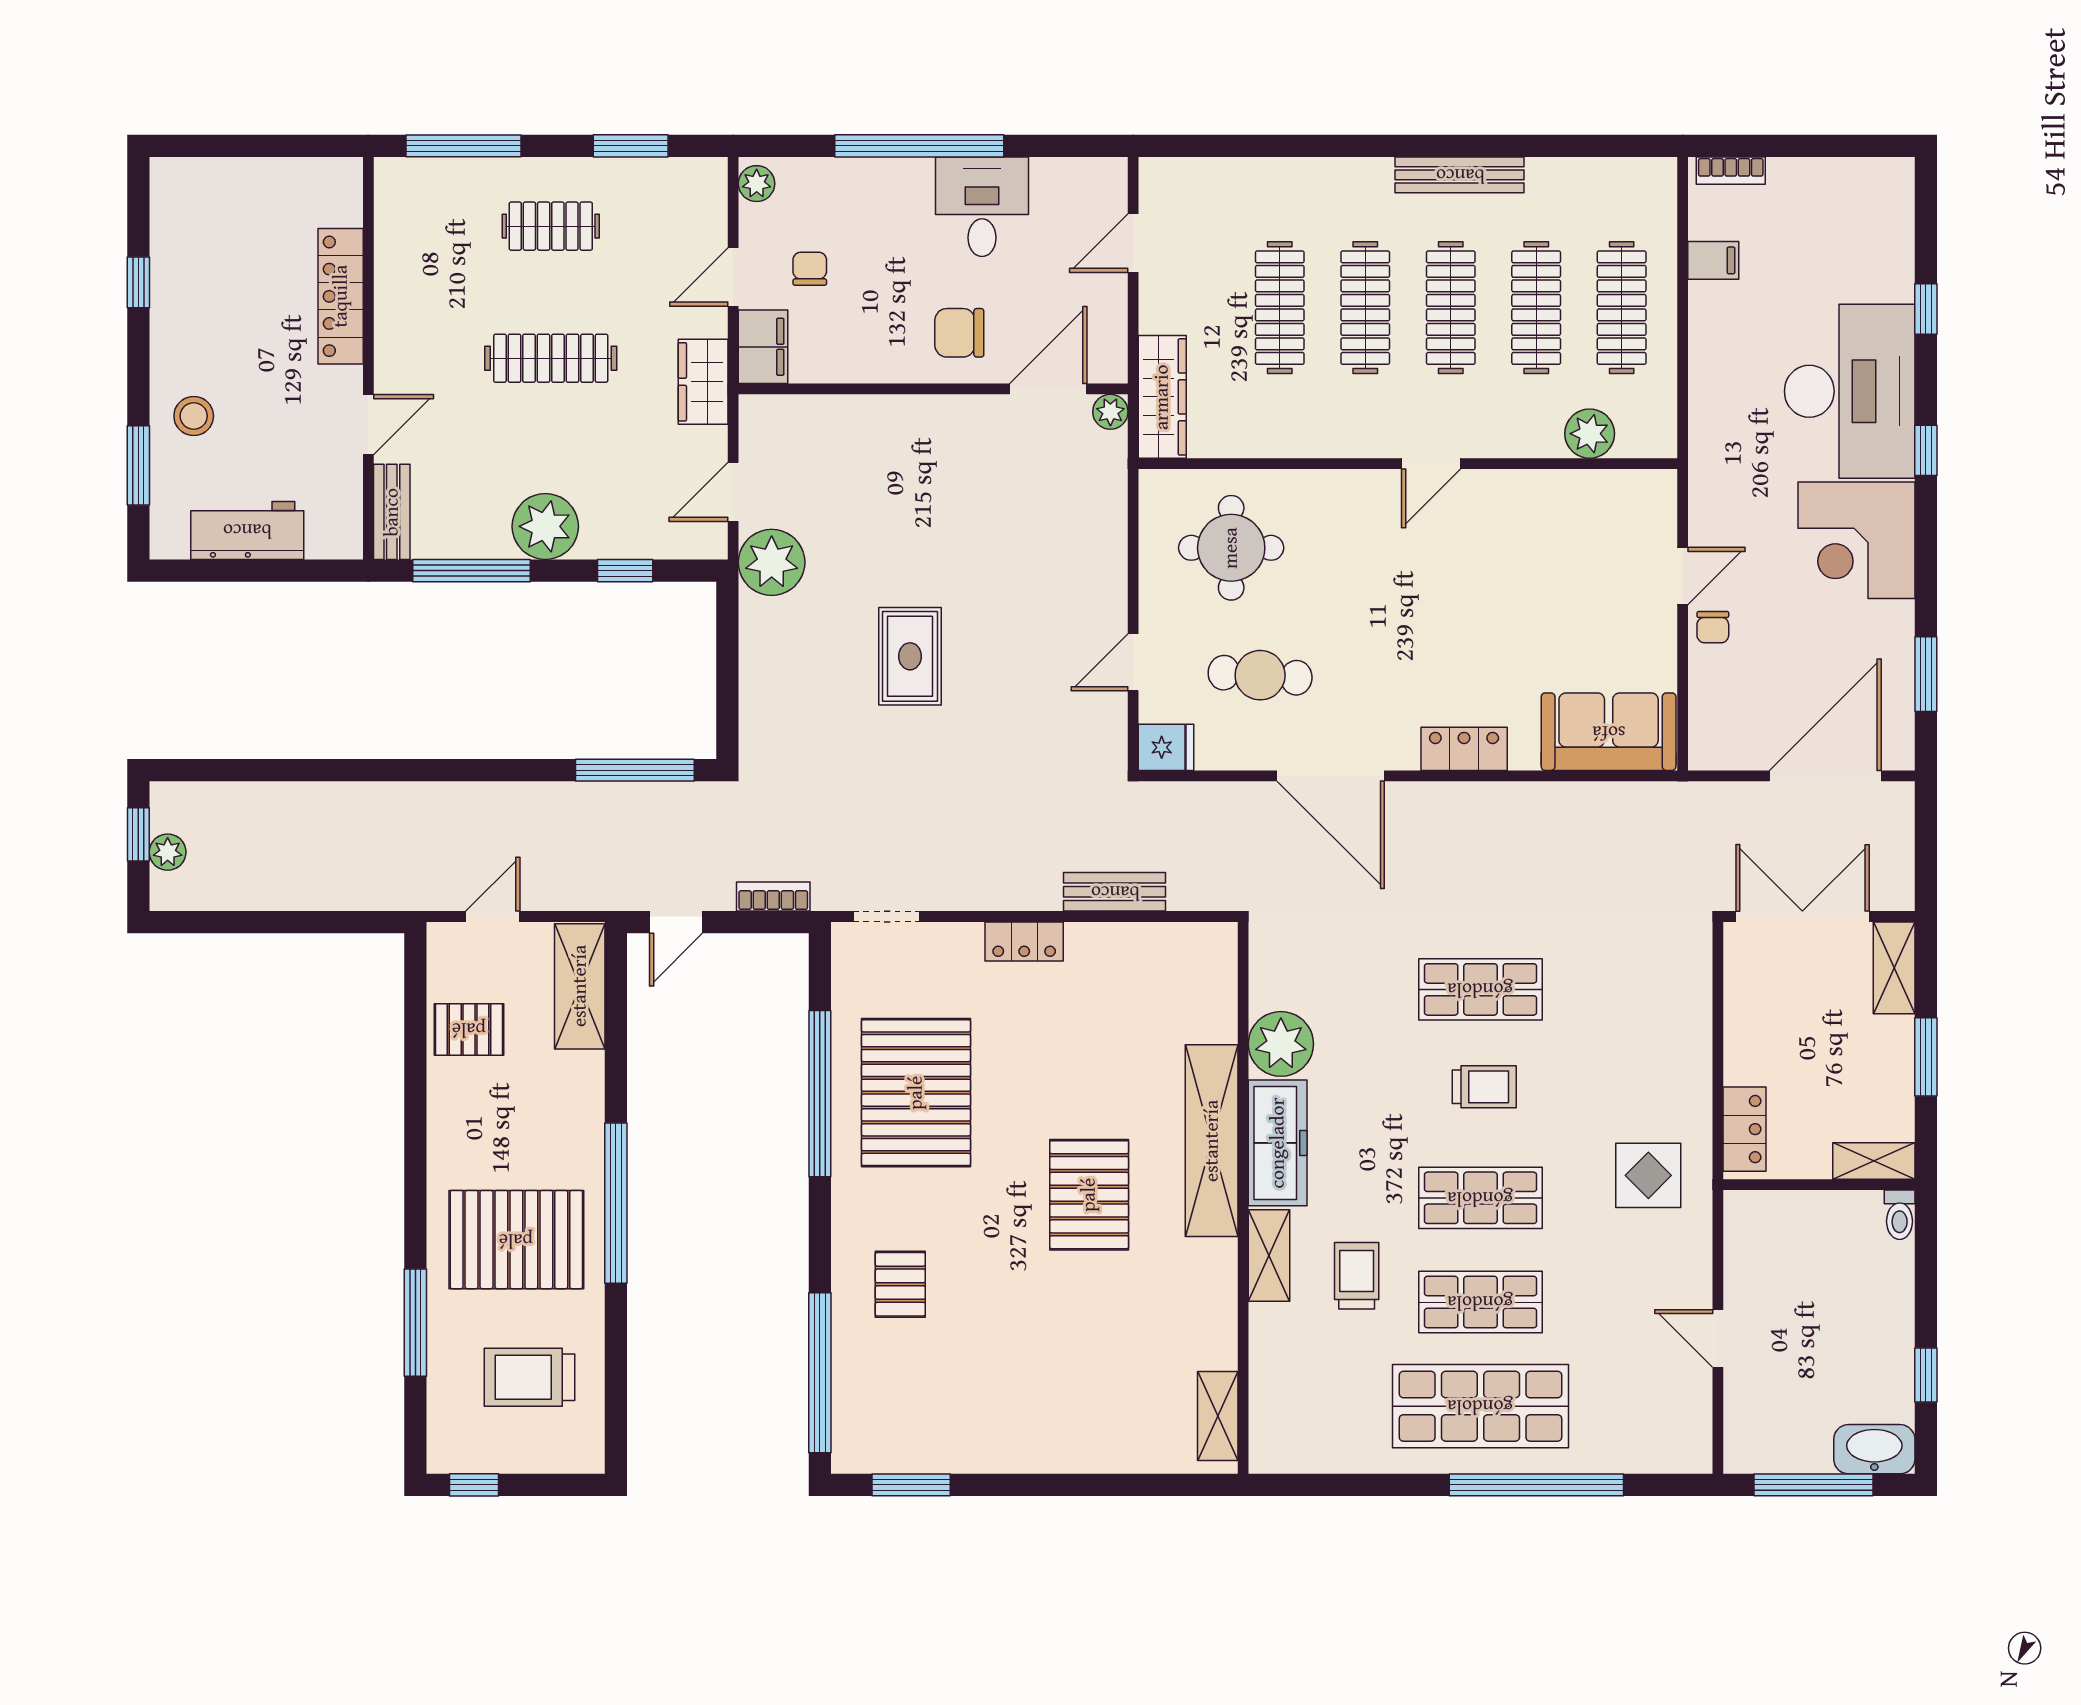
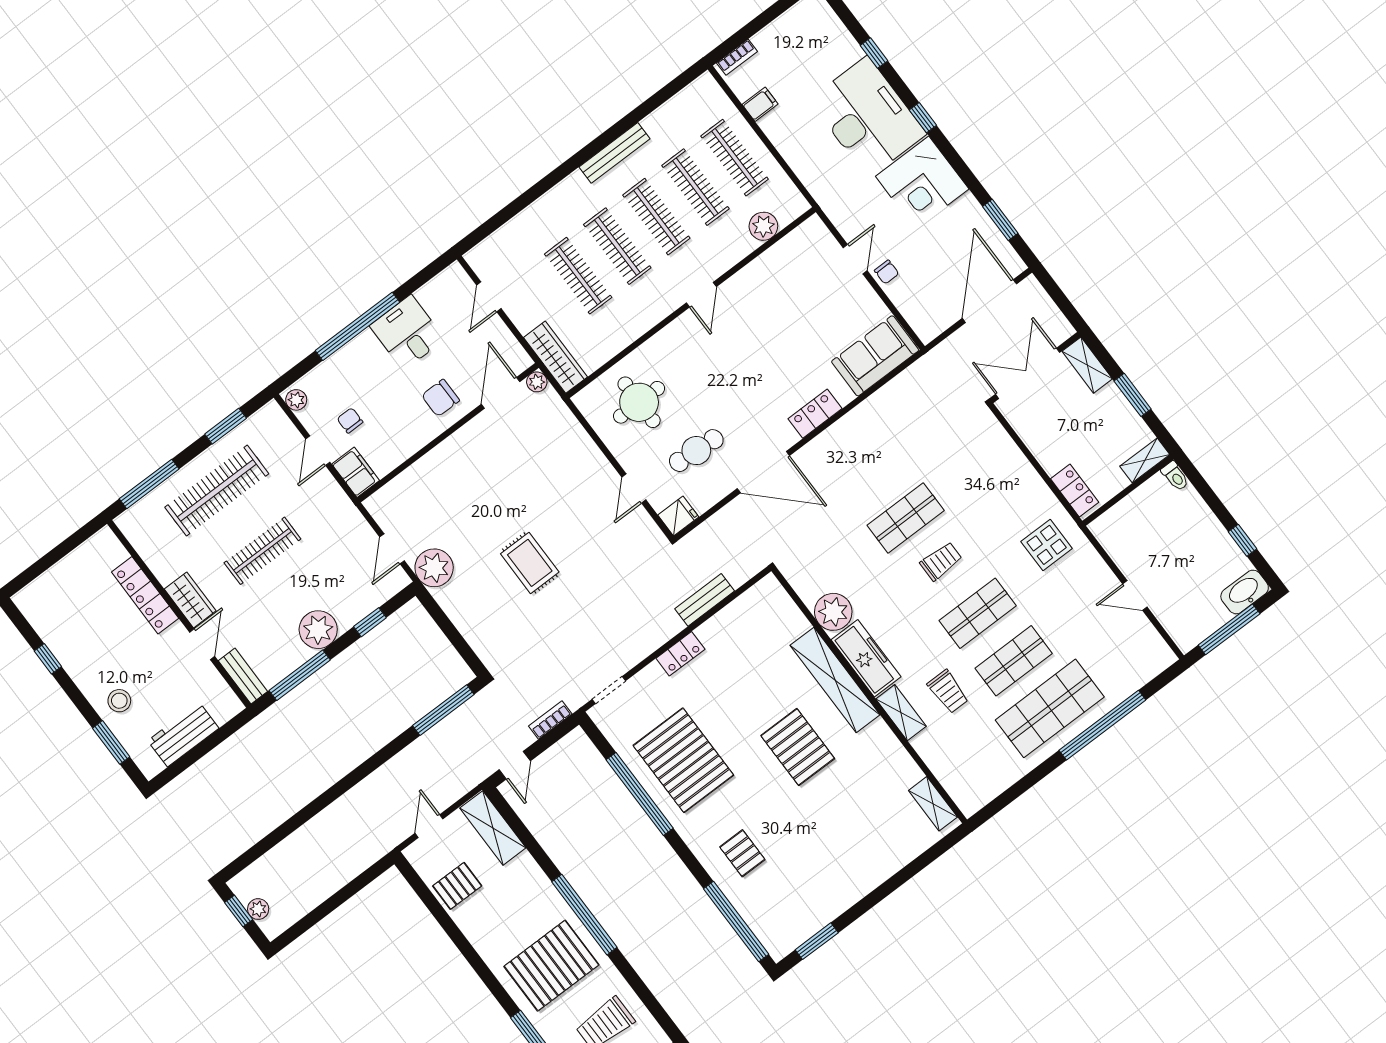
clothes rail: (551, 226) -> (217, 490), width x1.86, depth x1.31
wardrobe: (703, 382) -> (190, 600), moved, turned 180
trolley: (1357, 1276) -> (948, 692), turned 180

